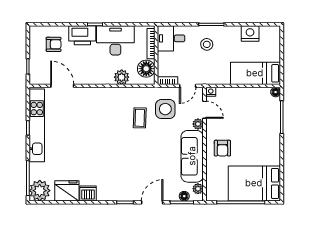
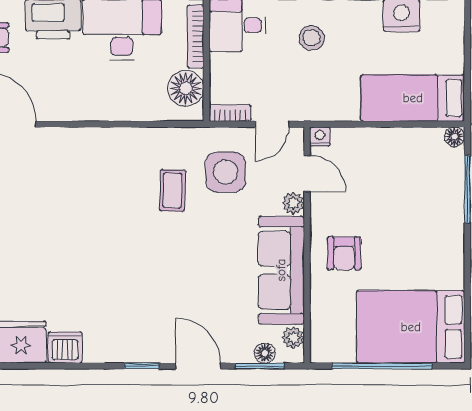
plant: (122, 77) -> (135, 106), removed
door: (152, 202) -> (198, 366), hinge flipped

